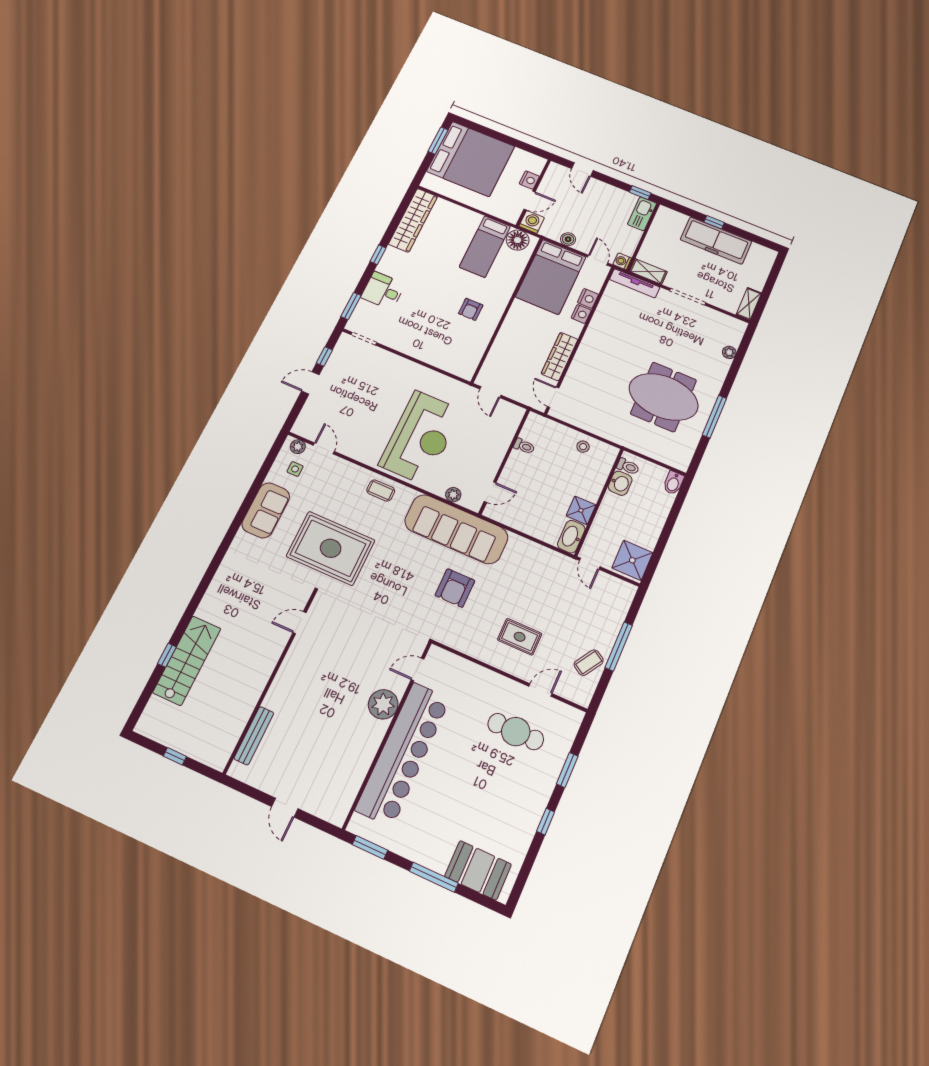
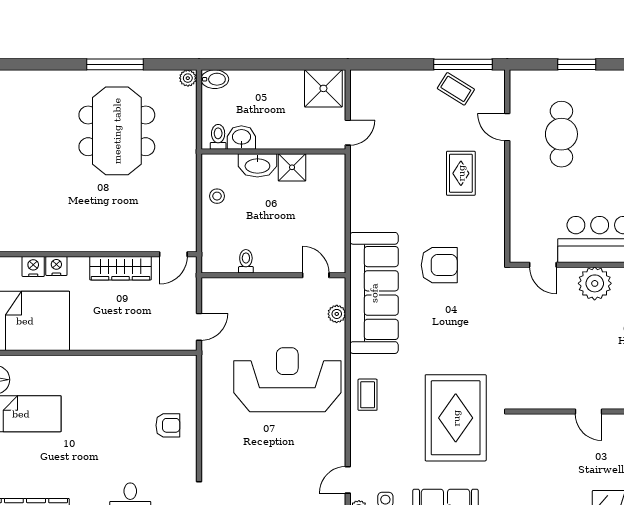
armchair: (471, 309) -> (168, 425), moved
plant: (729, 352) -> (188, 78), moved
washbasin: (571, 537) -> (257, 165), moved
door: (299, 623) -> (588, 412), moved
window: (619, 646) -> (463, 64), moved

